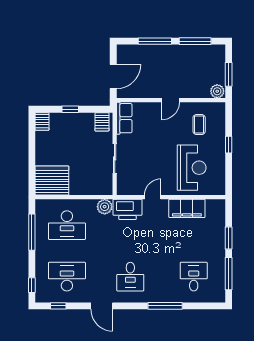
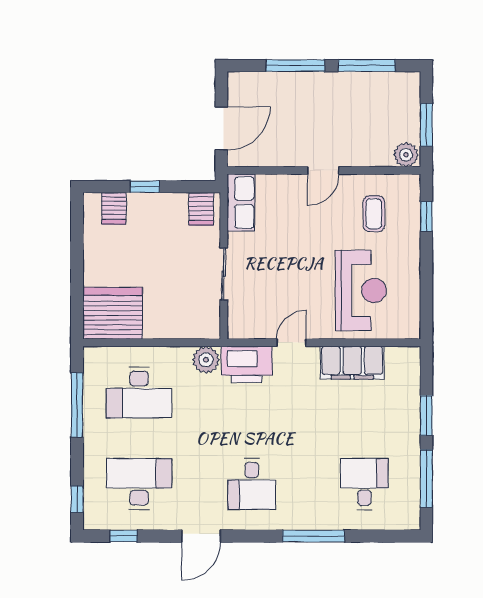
server rack: (42, 122) -> (114, 208), moved
window: (229, 145) -> (426, 216), moved
door: (102, 306) -> (201, 536), hinge flipped

